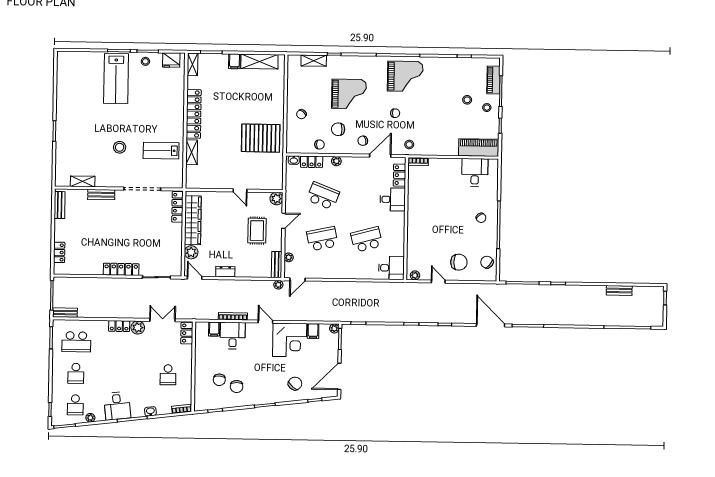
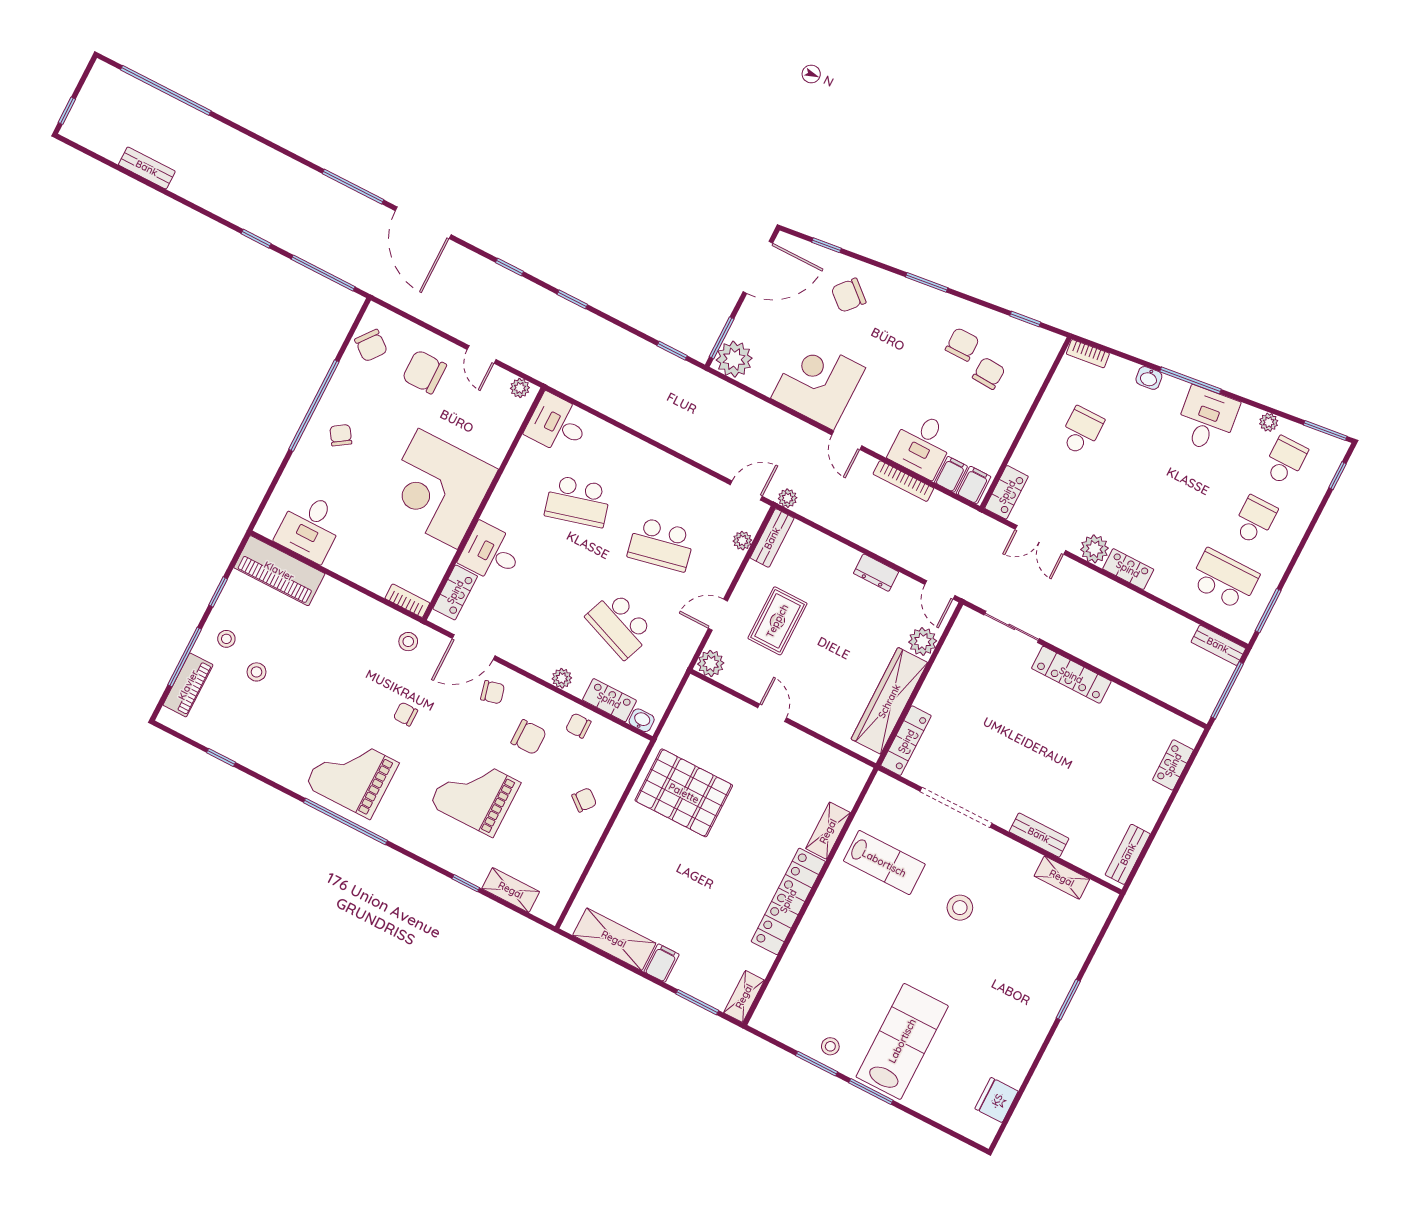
fridge: (171, 60) -> (997, 1100), moved, turned -90
corner desk: (429, 215) -> (438, 489), added
plant: (334, 329) -> (734, 359), width x1.87, depth x1.87
filing cabinet: (313, 331) -> (974, 485), moved

